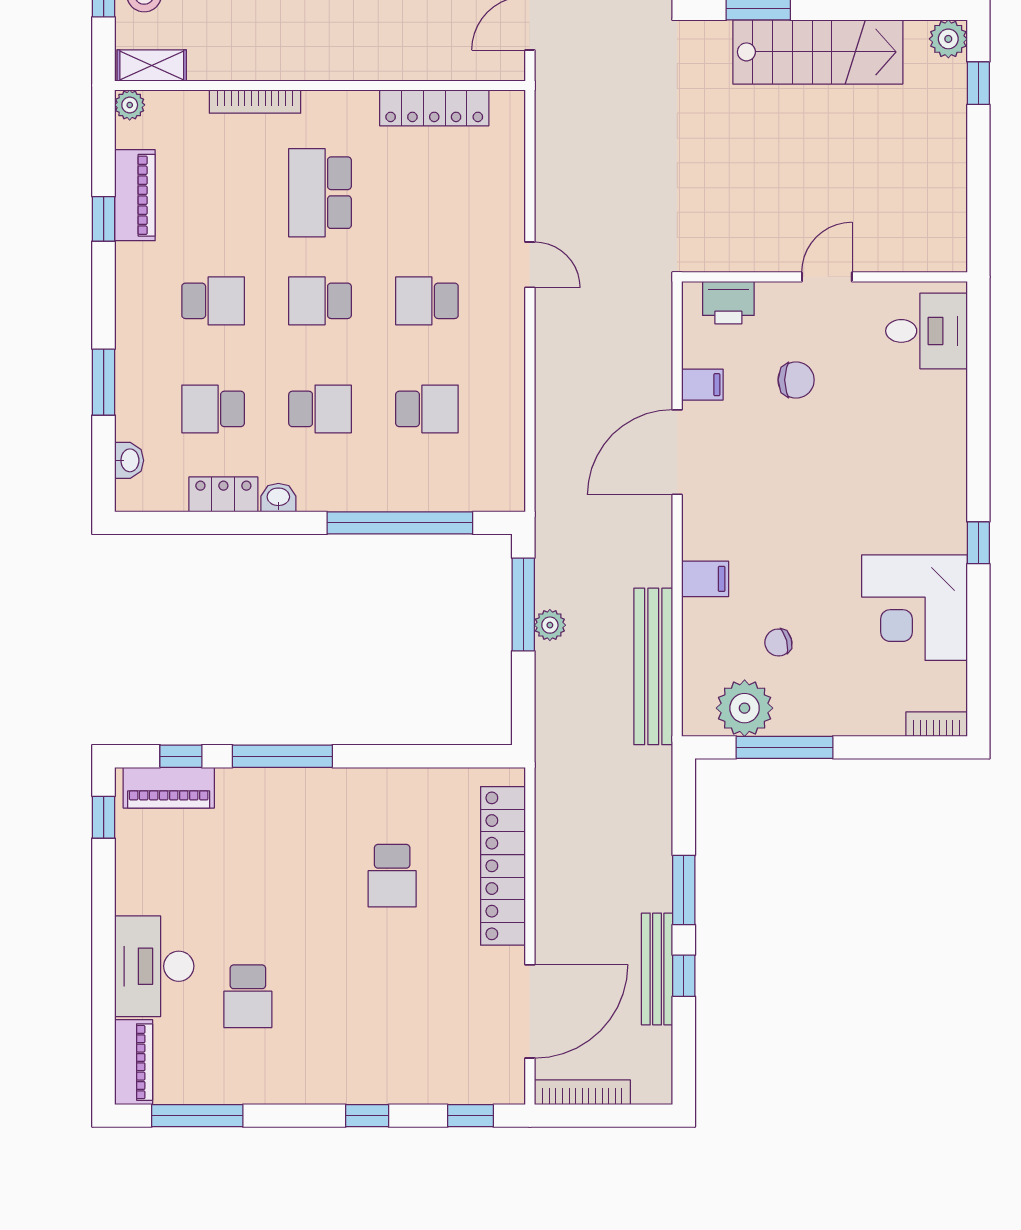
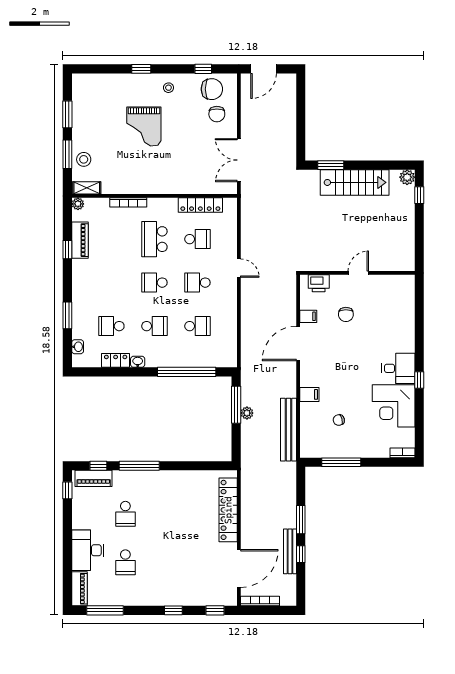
school desk: (213, 301) -> (197, 239), moved
desk: (927, 331) -> (398, 368), moved
chair: (796, 380) -> (346, 314), turned 90
plant: (745, 708) -> (325, 446), removed
school desk: (392, 876) -> (125, 514), moved

